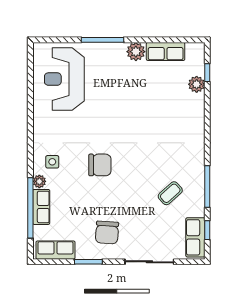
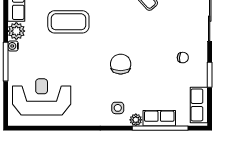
water cooler: (120, 48) -> (13, 46), added
reception desk: (64, 79) -> (42, 97), turned 180
coffee table: (146, 108) -> (68, 22), added
chair: (107, 233) -> (183, 58), width x0.54, depth x0.54

